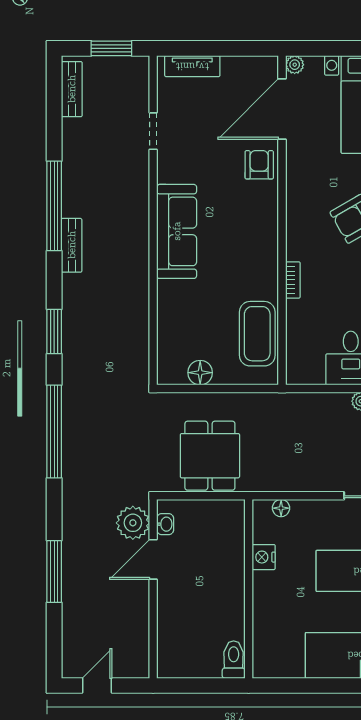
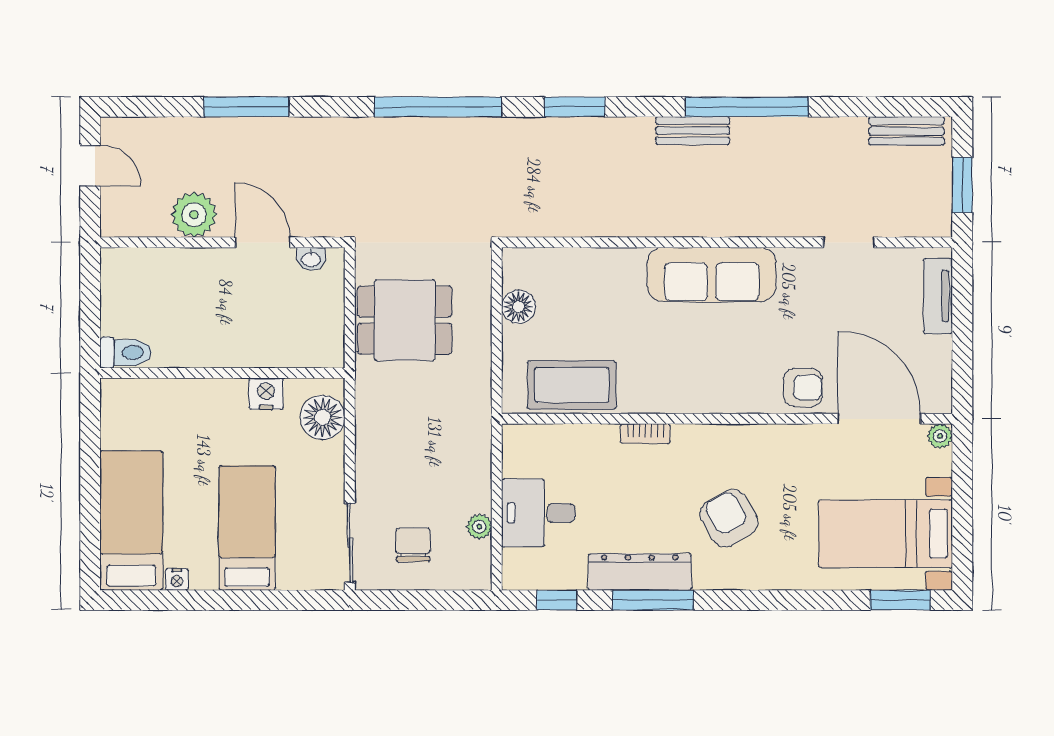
floor lamp: (281, 508) -> (323, 417), width x1.89, depth x1.89
plant: (133, 523) -> (194, 215), moved

